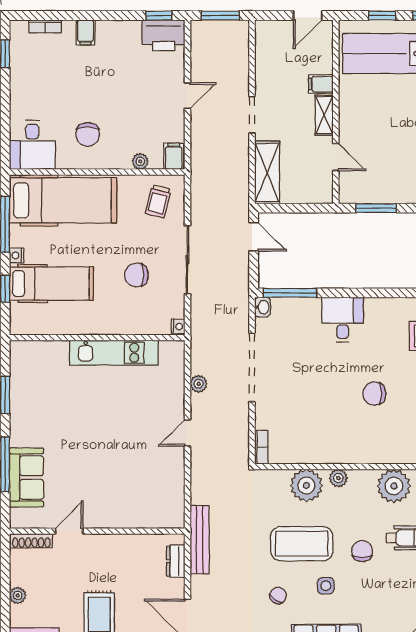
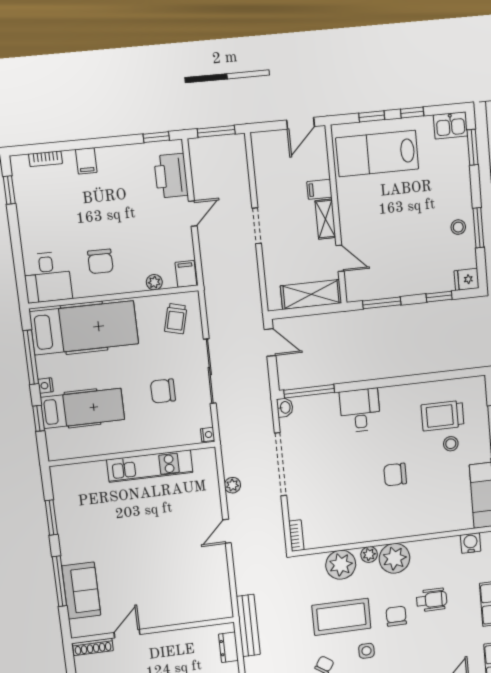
printer: (163, 35) -> (171, 176), moved, turned 90
shelving: (267, 172) -> (311, 294), moved, turned 90
plant: (394, 486) -> (394, 558), moved

